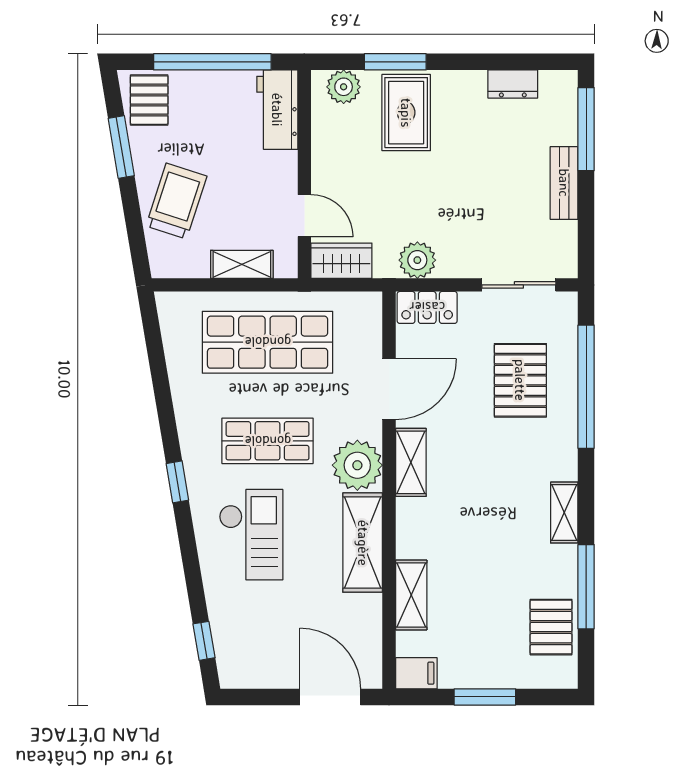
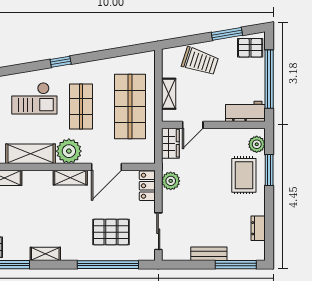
rug: (406, 113) -> (244, 175), turned 90
door: (389, 389) -> (107, 167), hinge flipped

